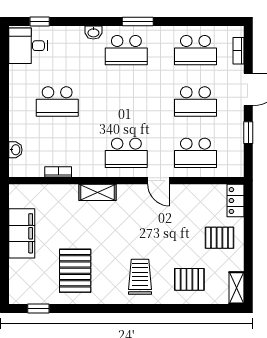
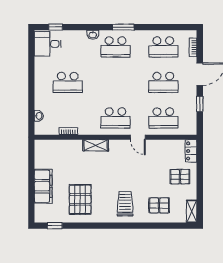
filing cabinet: (22, 233) -> (43, 186), moved

